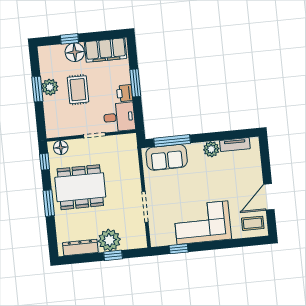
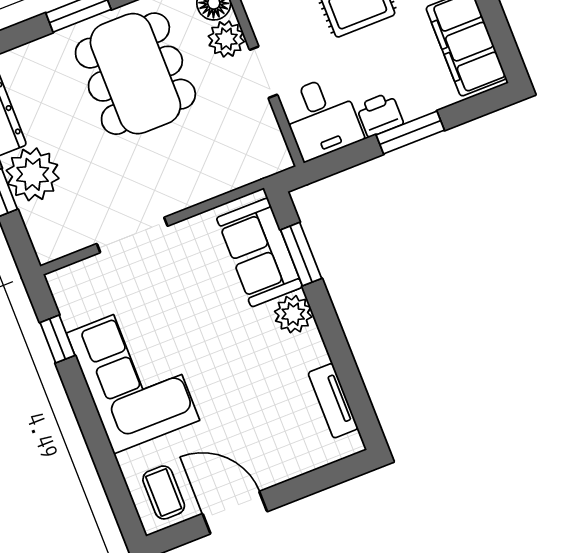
window: (172, 141) -> (301, 254), width x0.69
plant: (77, 147) -> (226, 39), added
plant: (211, 149) -> (293, 314), moved

